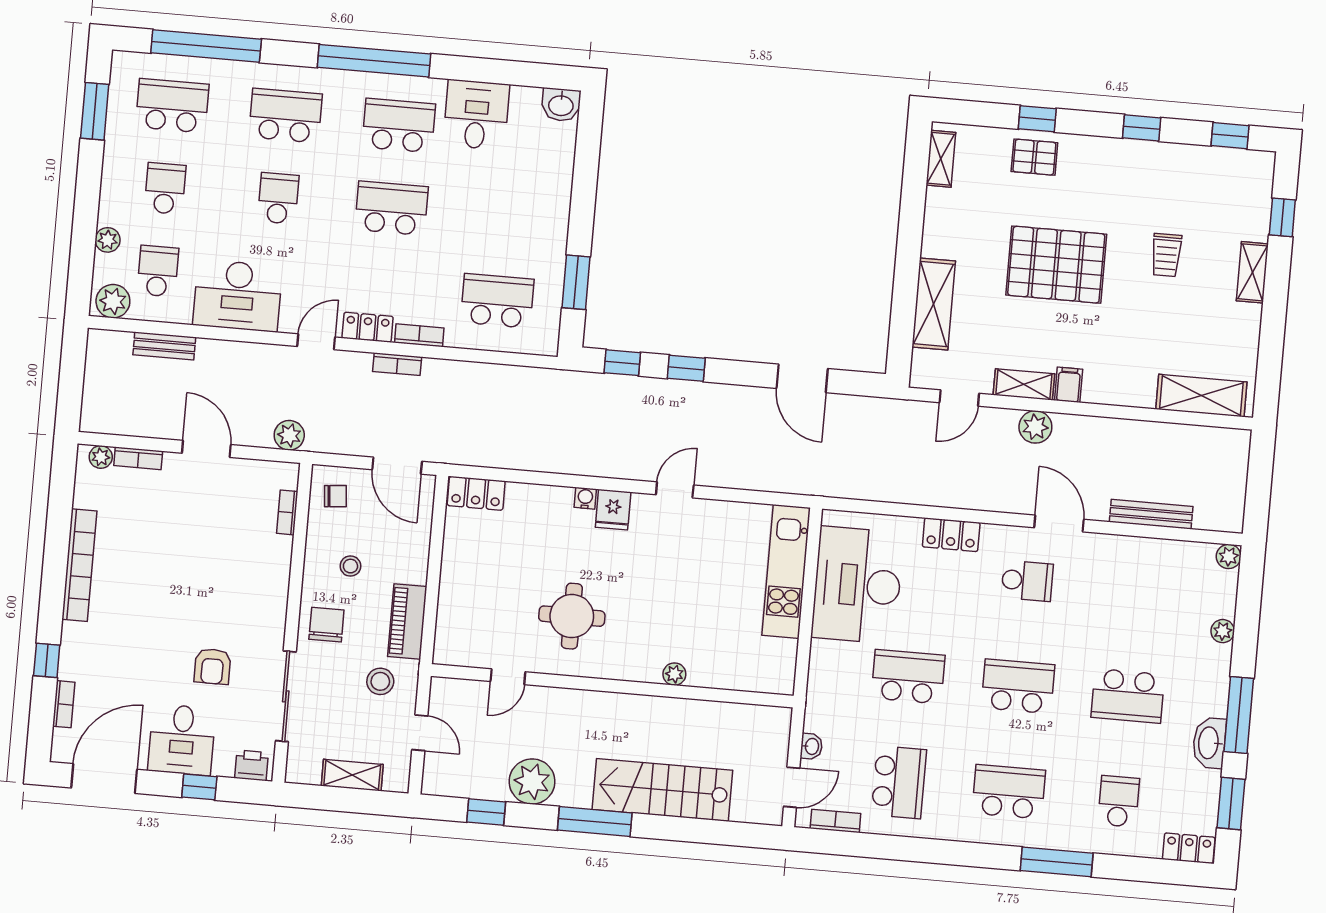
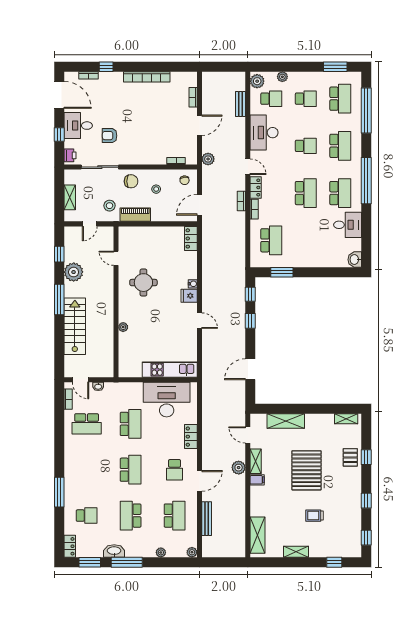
shelving: (1252, 272) -> (296, 552), moved
plant: (101, 457) -> (192, 82), removed
school desk: (1009, 792) -> (175, 516), moved

